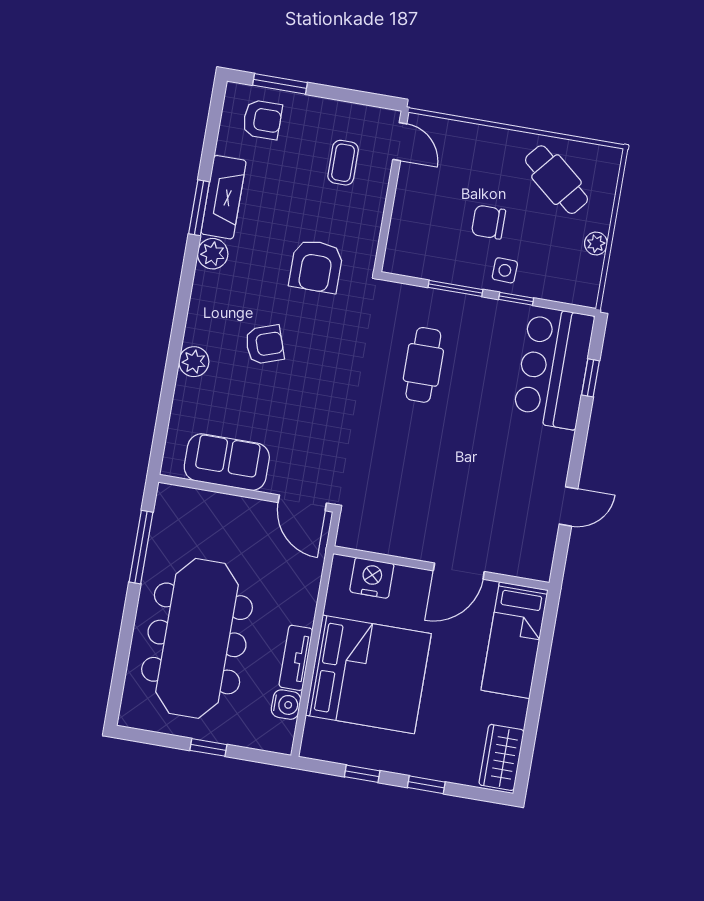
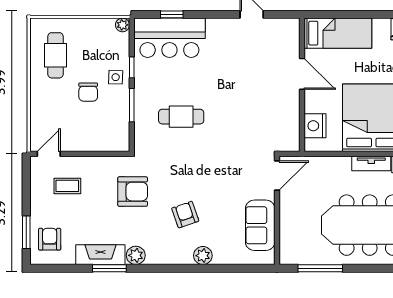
cafe table: (557, 180) -> (55, 55), turned -40
plant: (596, 244) -> (123, 25), moved

